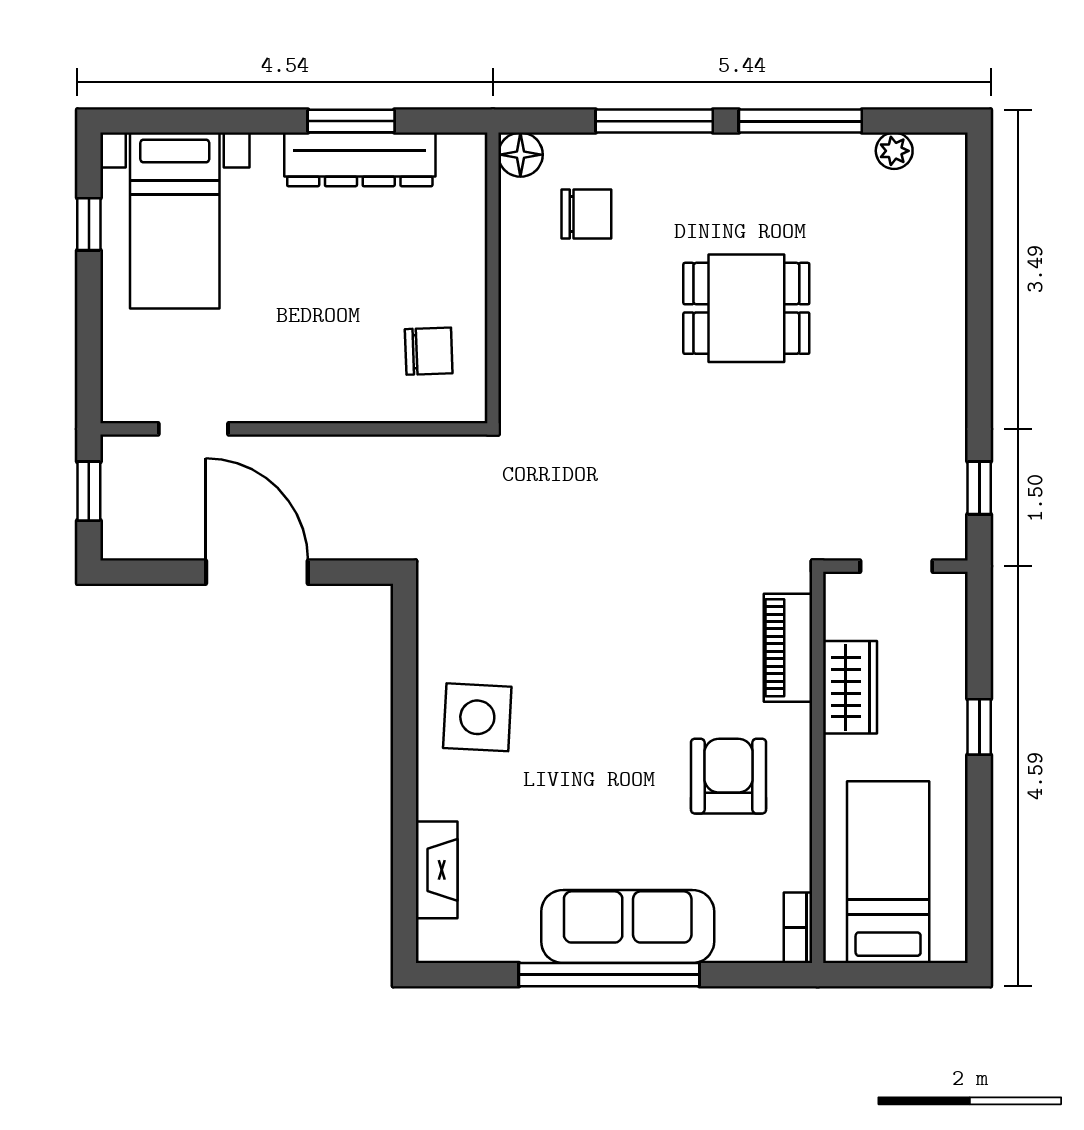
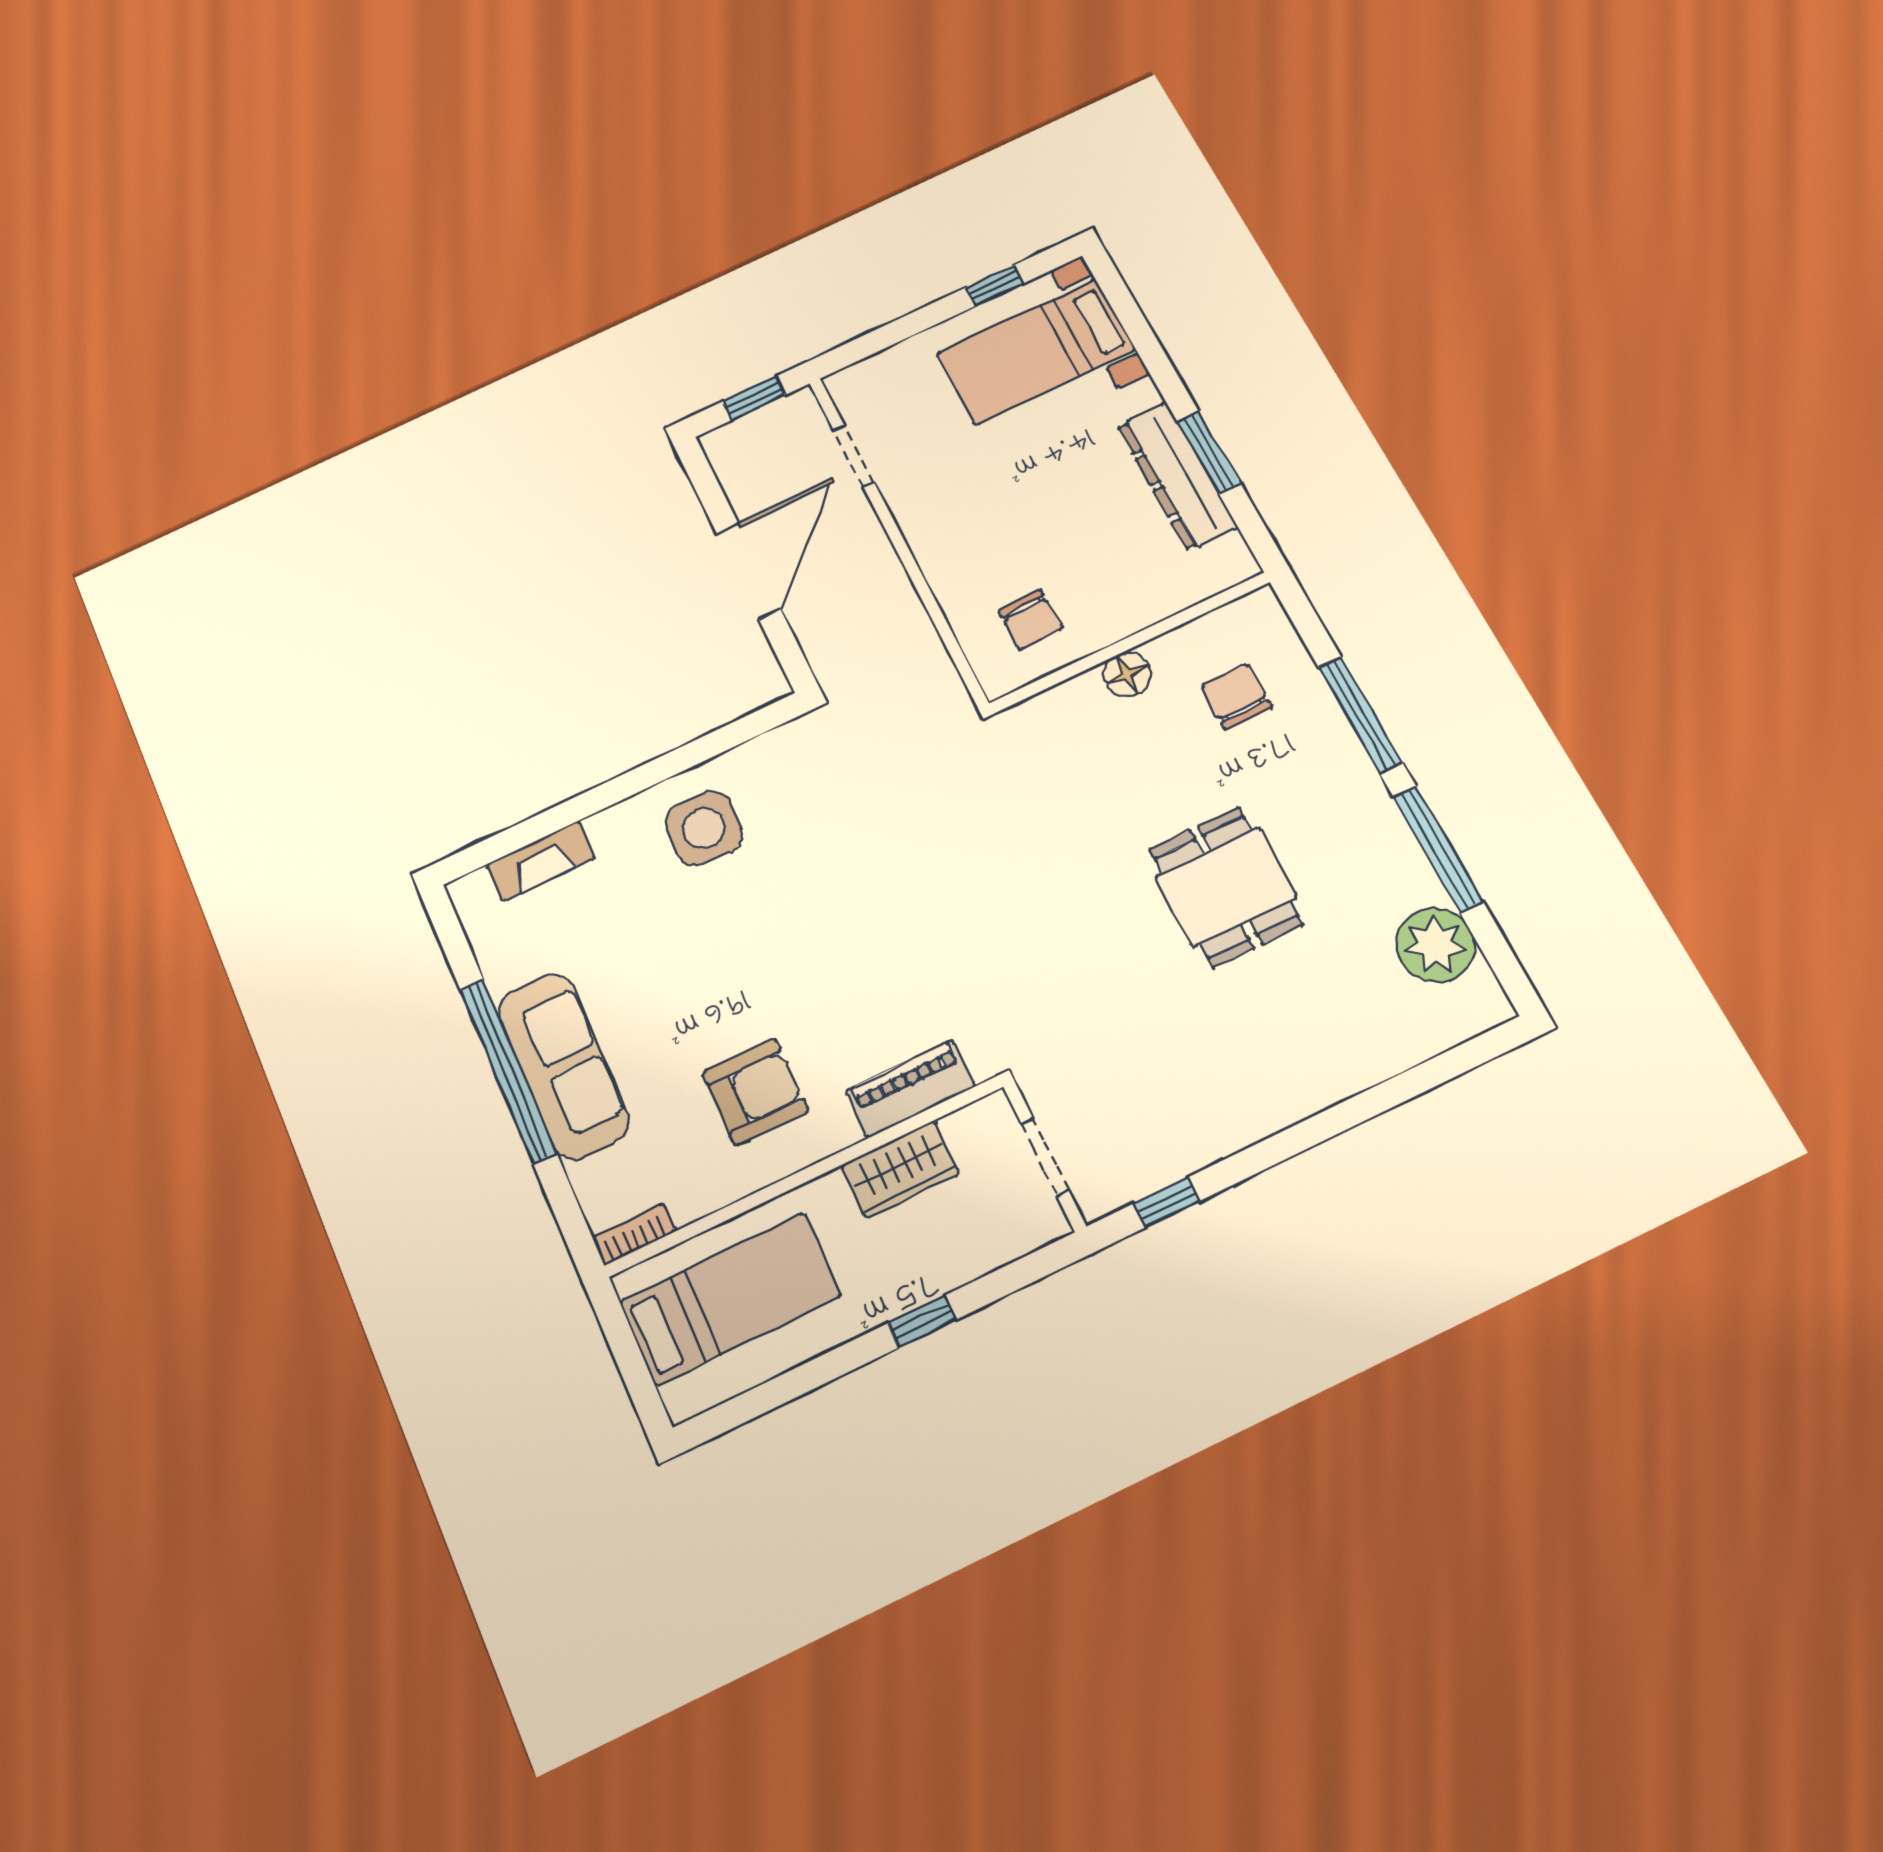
plant: (894, 151) -> (1435, 945), width x1.88, depth x1.88
floor lamp: (520, 155) -> (1127, 674), moved
chair: (586, 214) -> (1236, 696), turned 180

